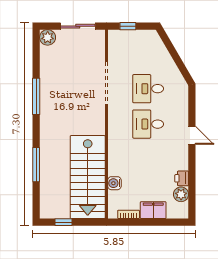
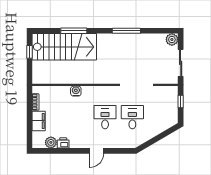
stairs: (88, 177) -> (64, 47), moved, turned 180
water cooler: (114, 183) -> (76, 91), moved

